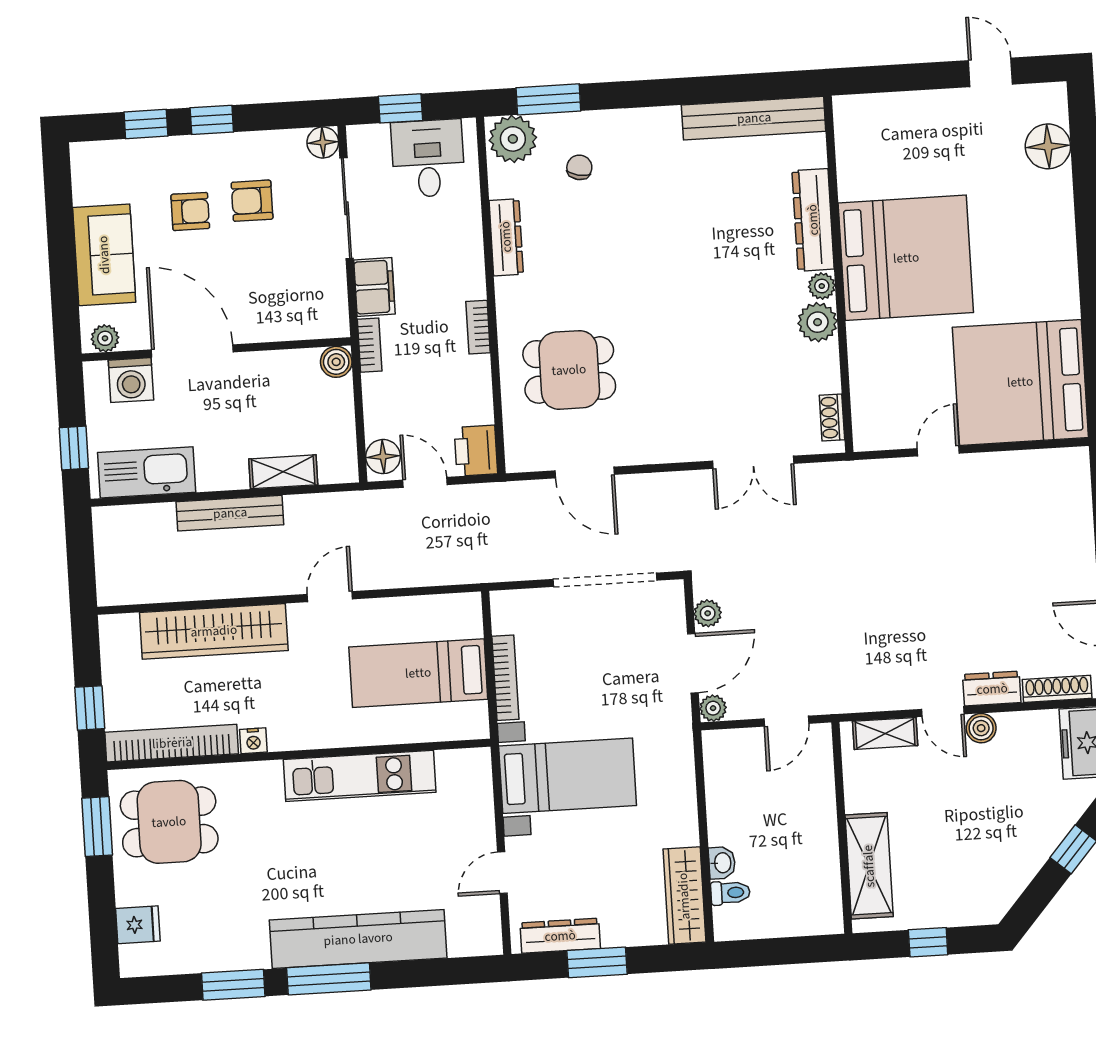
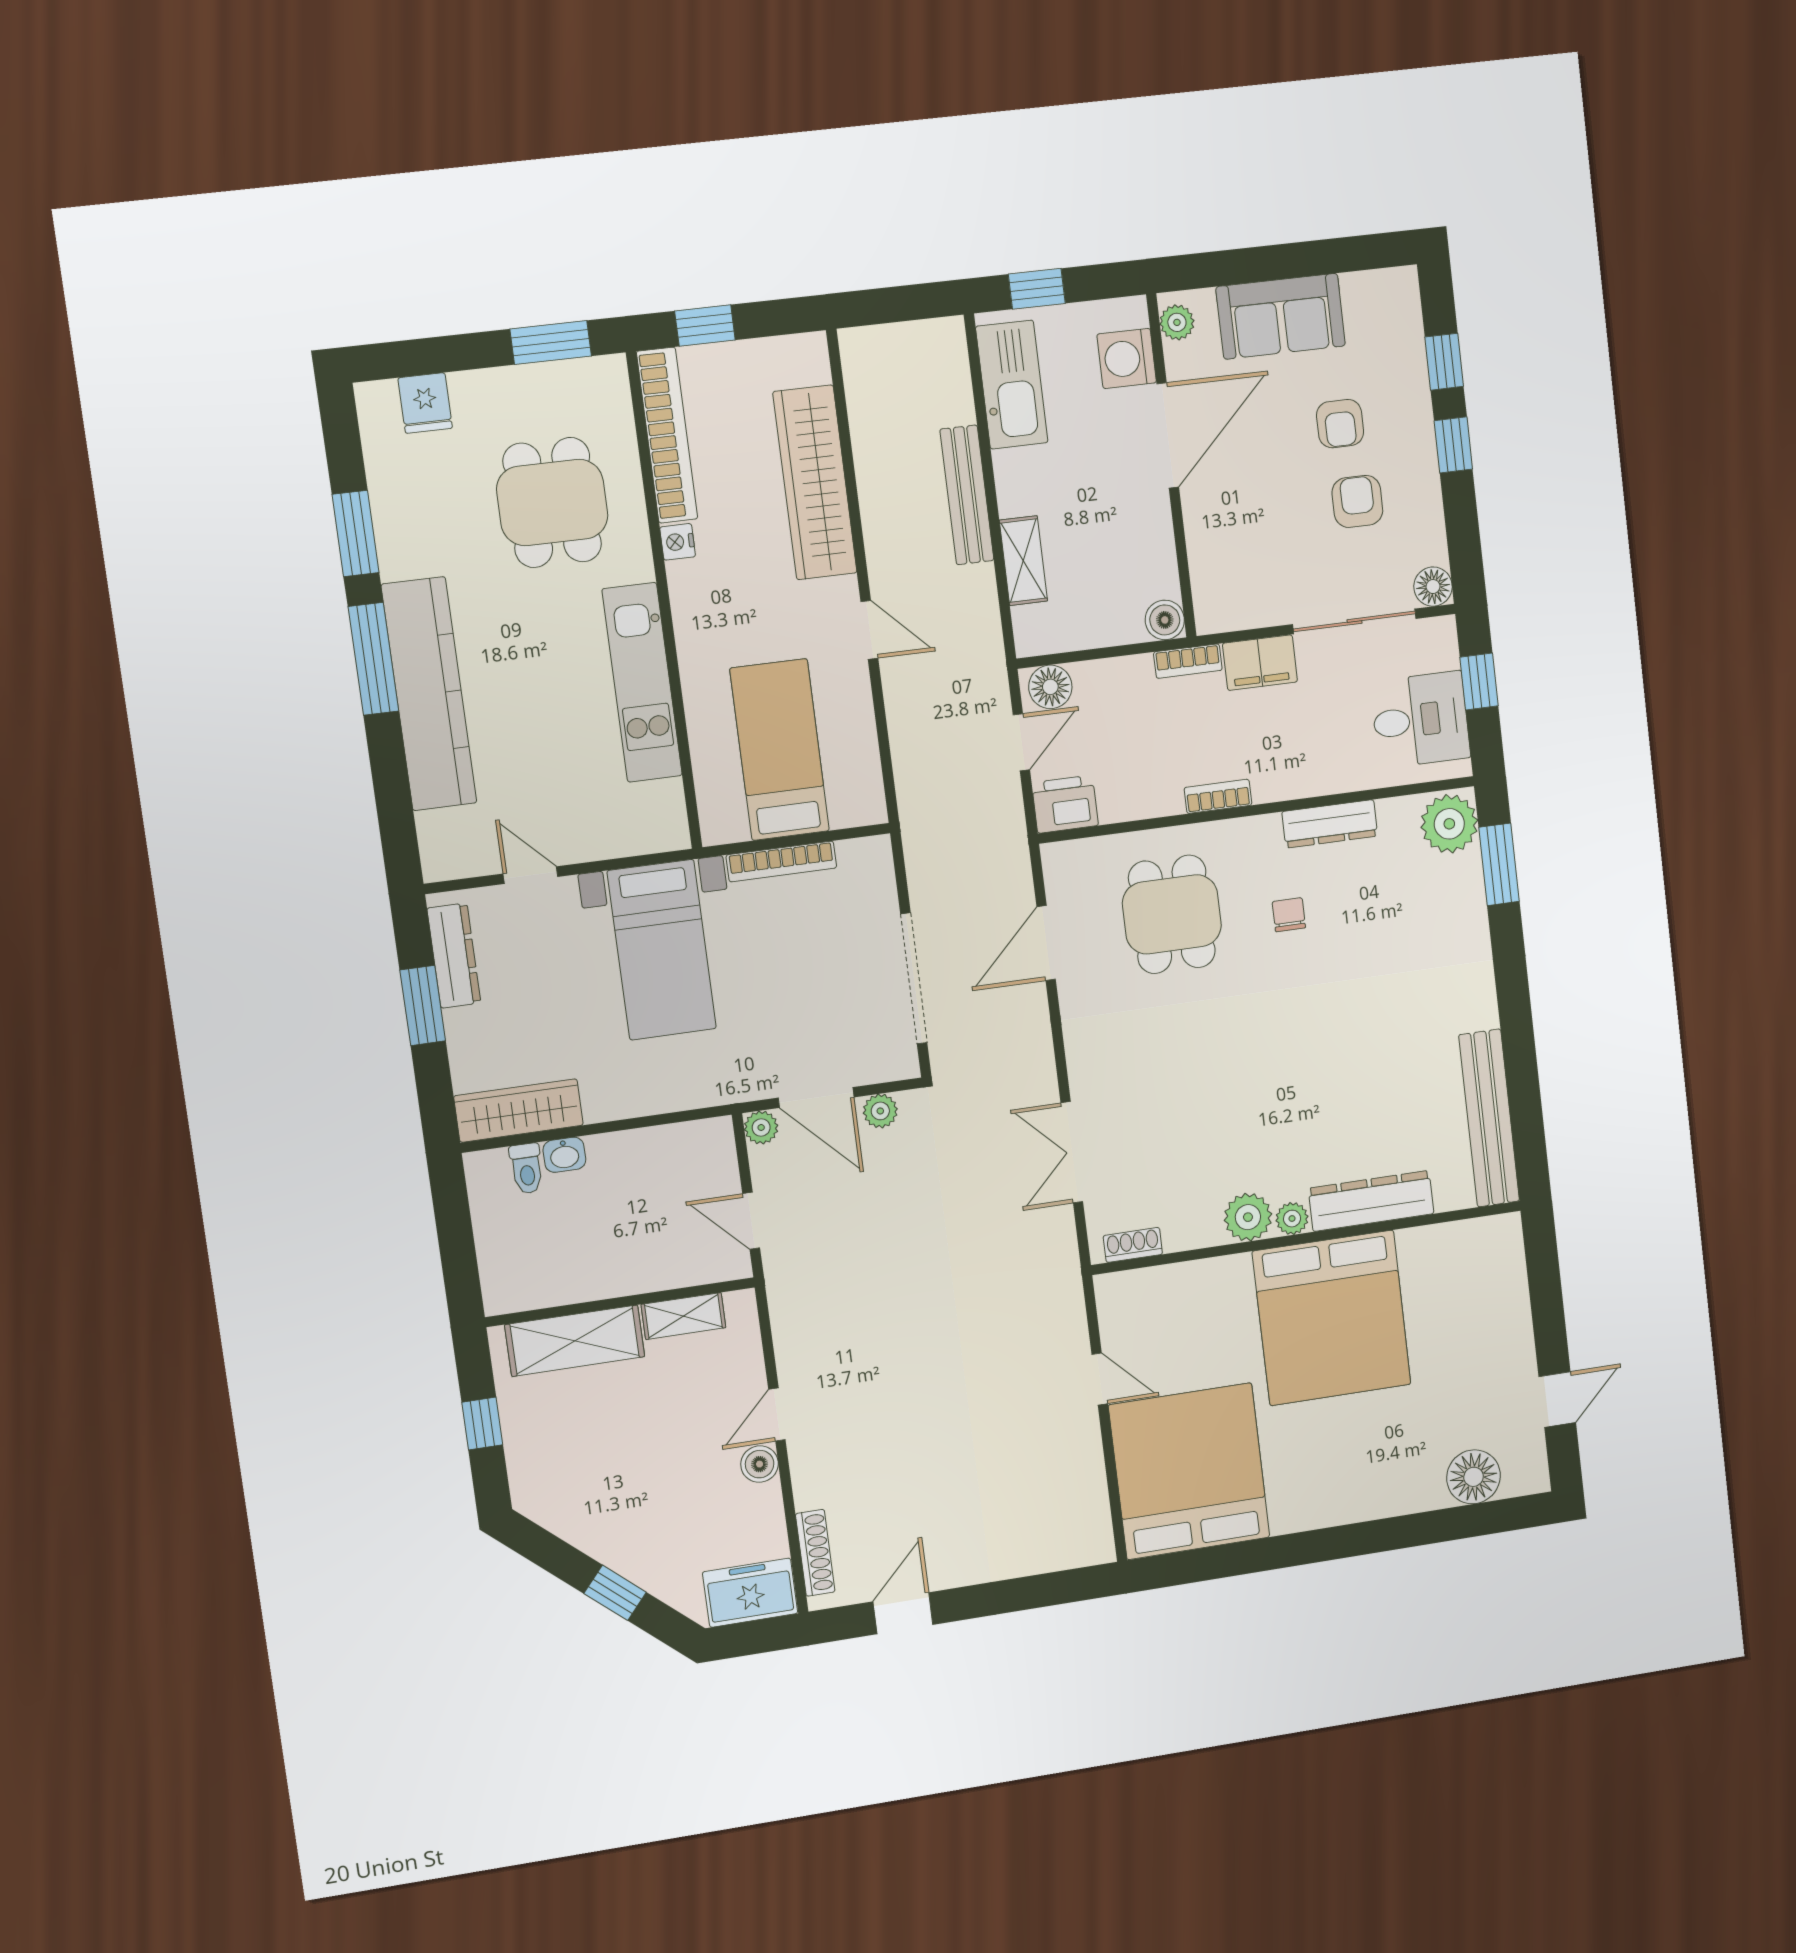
chair: (579, 167) -> (1289, 915), moved, turned -102
dresser: (992, 689) -> (810, 1472), removed
shelving: (885, 733) -> (683, 1316), moved, turned 90
dining table: (169, 822) -> (552, 503), moved

